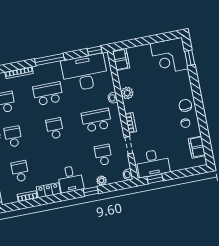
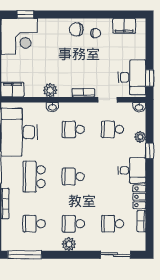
school desk: (97, 120) -> (73, 129), width x0.54

